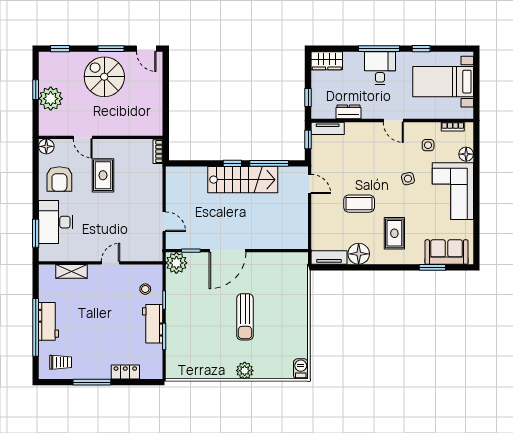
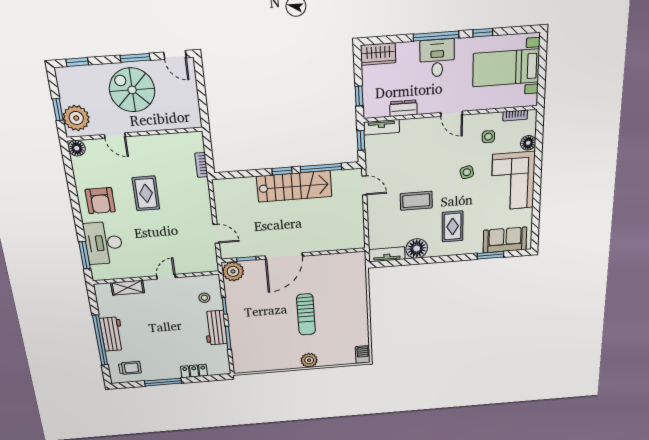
door: (83, 137) -> (115, 136), moved
wall: (101, 137) -> (135, 134), moved
floor lamp: (46, 146) -> (77, 148), moved

